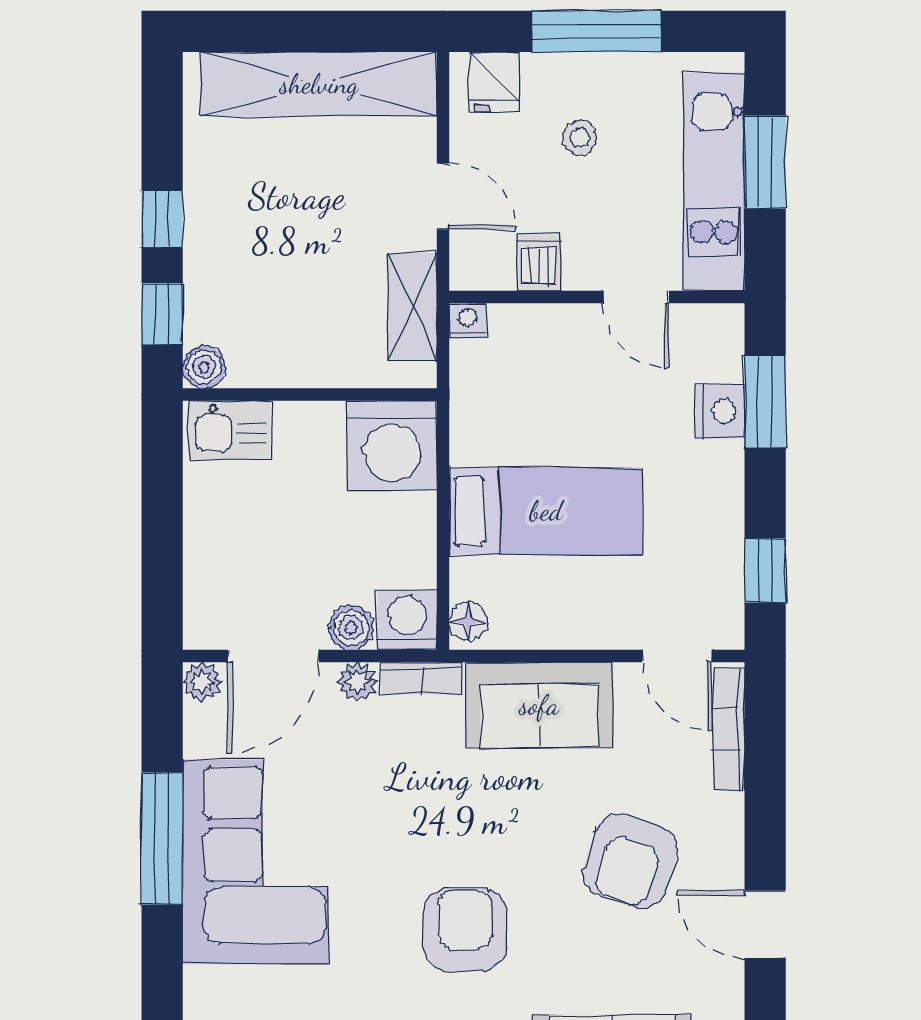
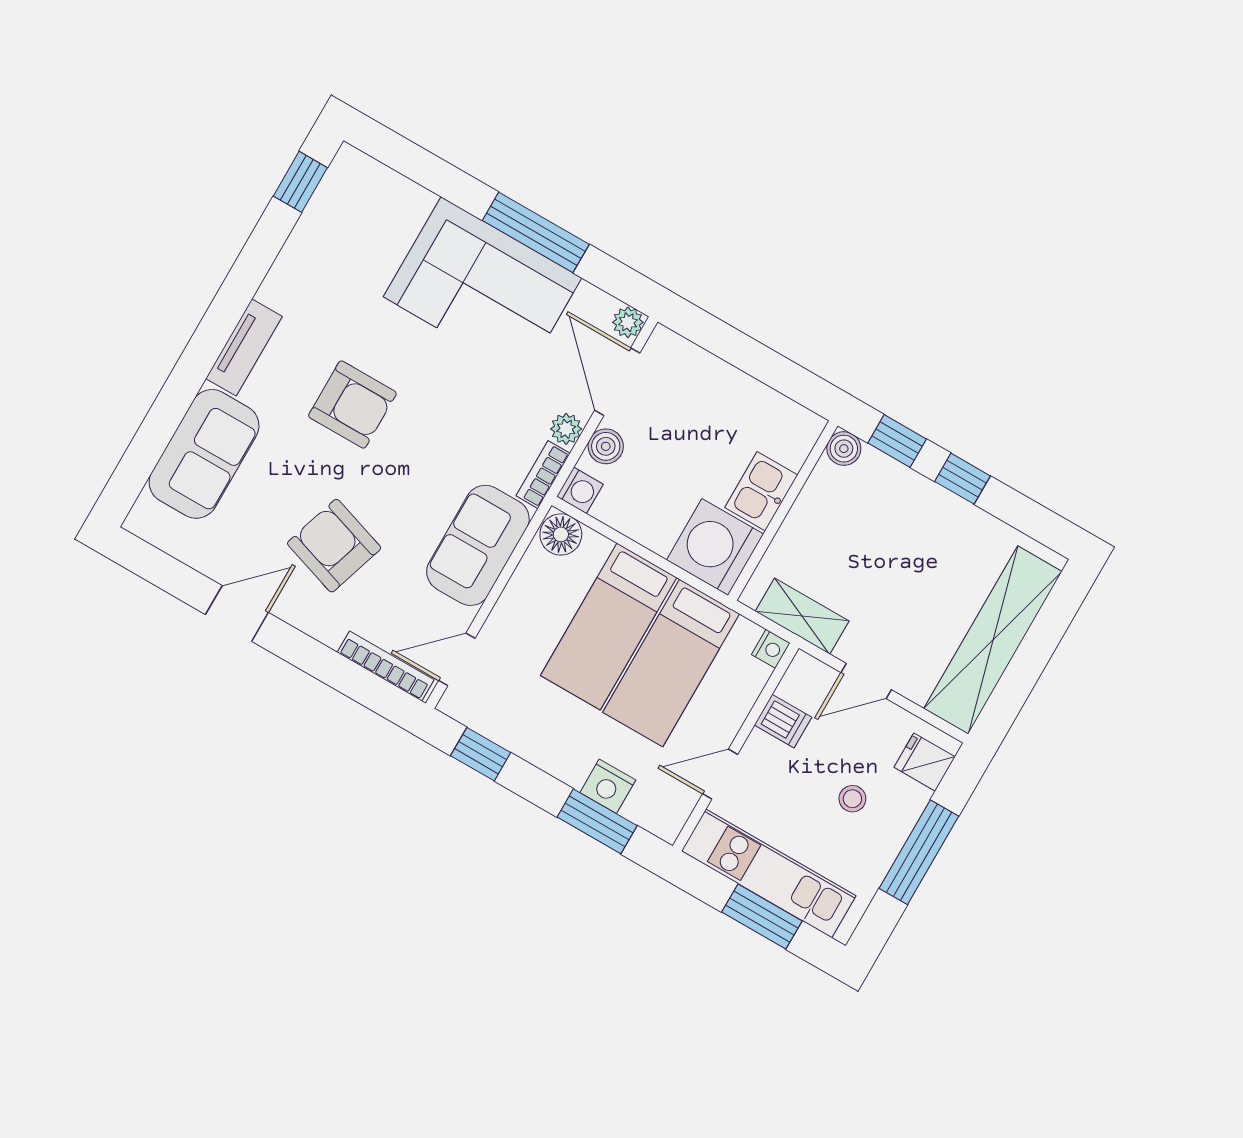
bed: (546, 420) -> (671, 663), added
kitchen sink: (229, 430) -> (761, 491), moved
washing machine: (407, 620) -> (580, 490), width x0.73, depth x0.73
floor lamp: (468, 621) -> (561, 534), width x1.37, depth x1.37

